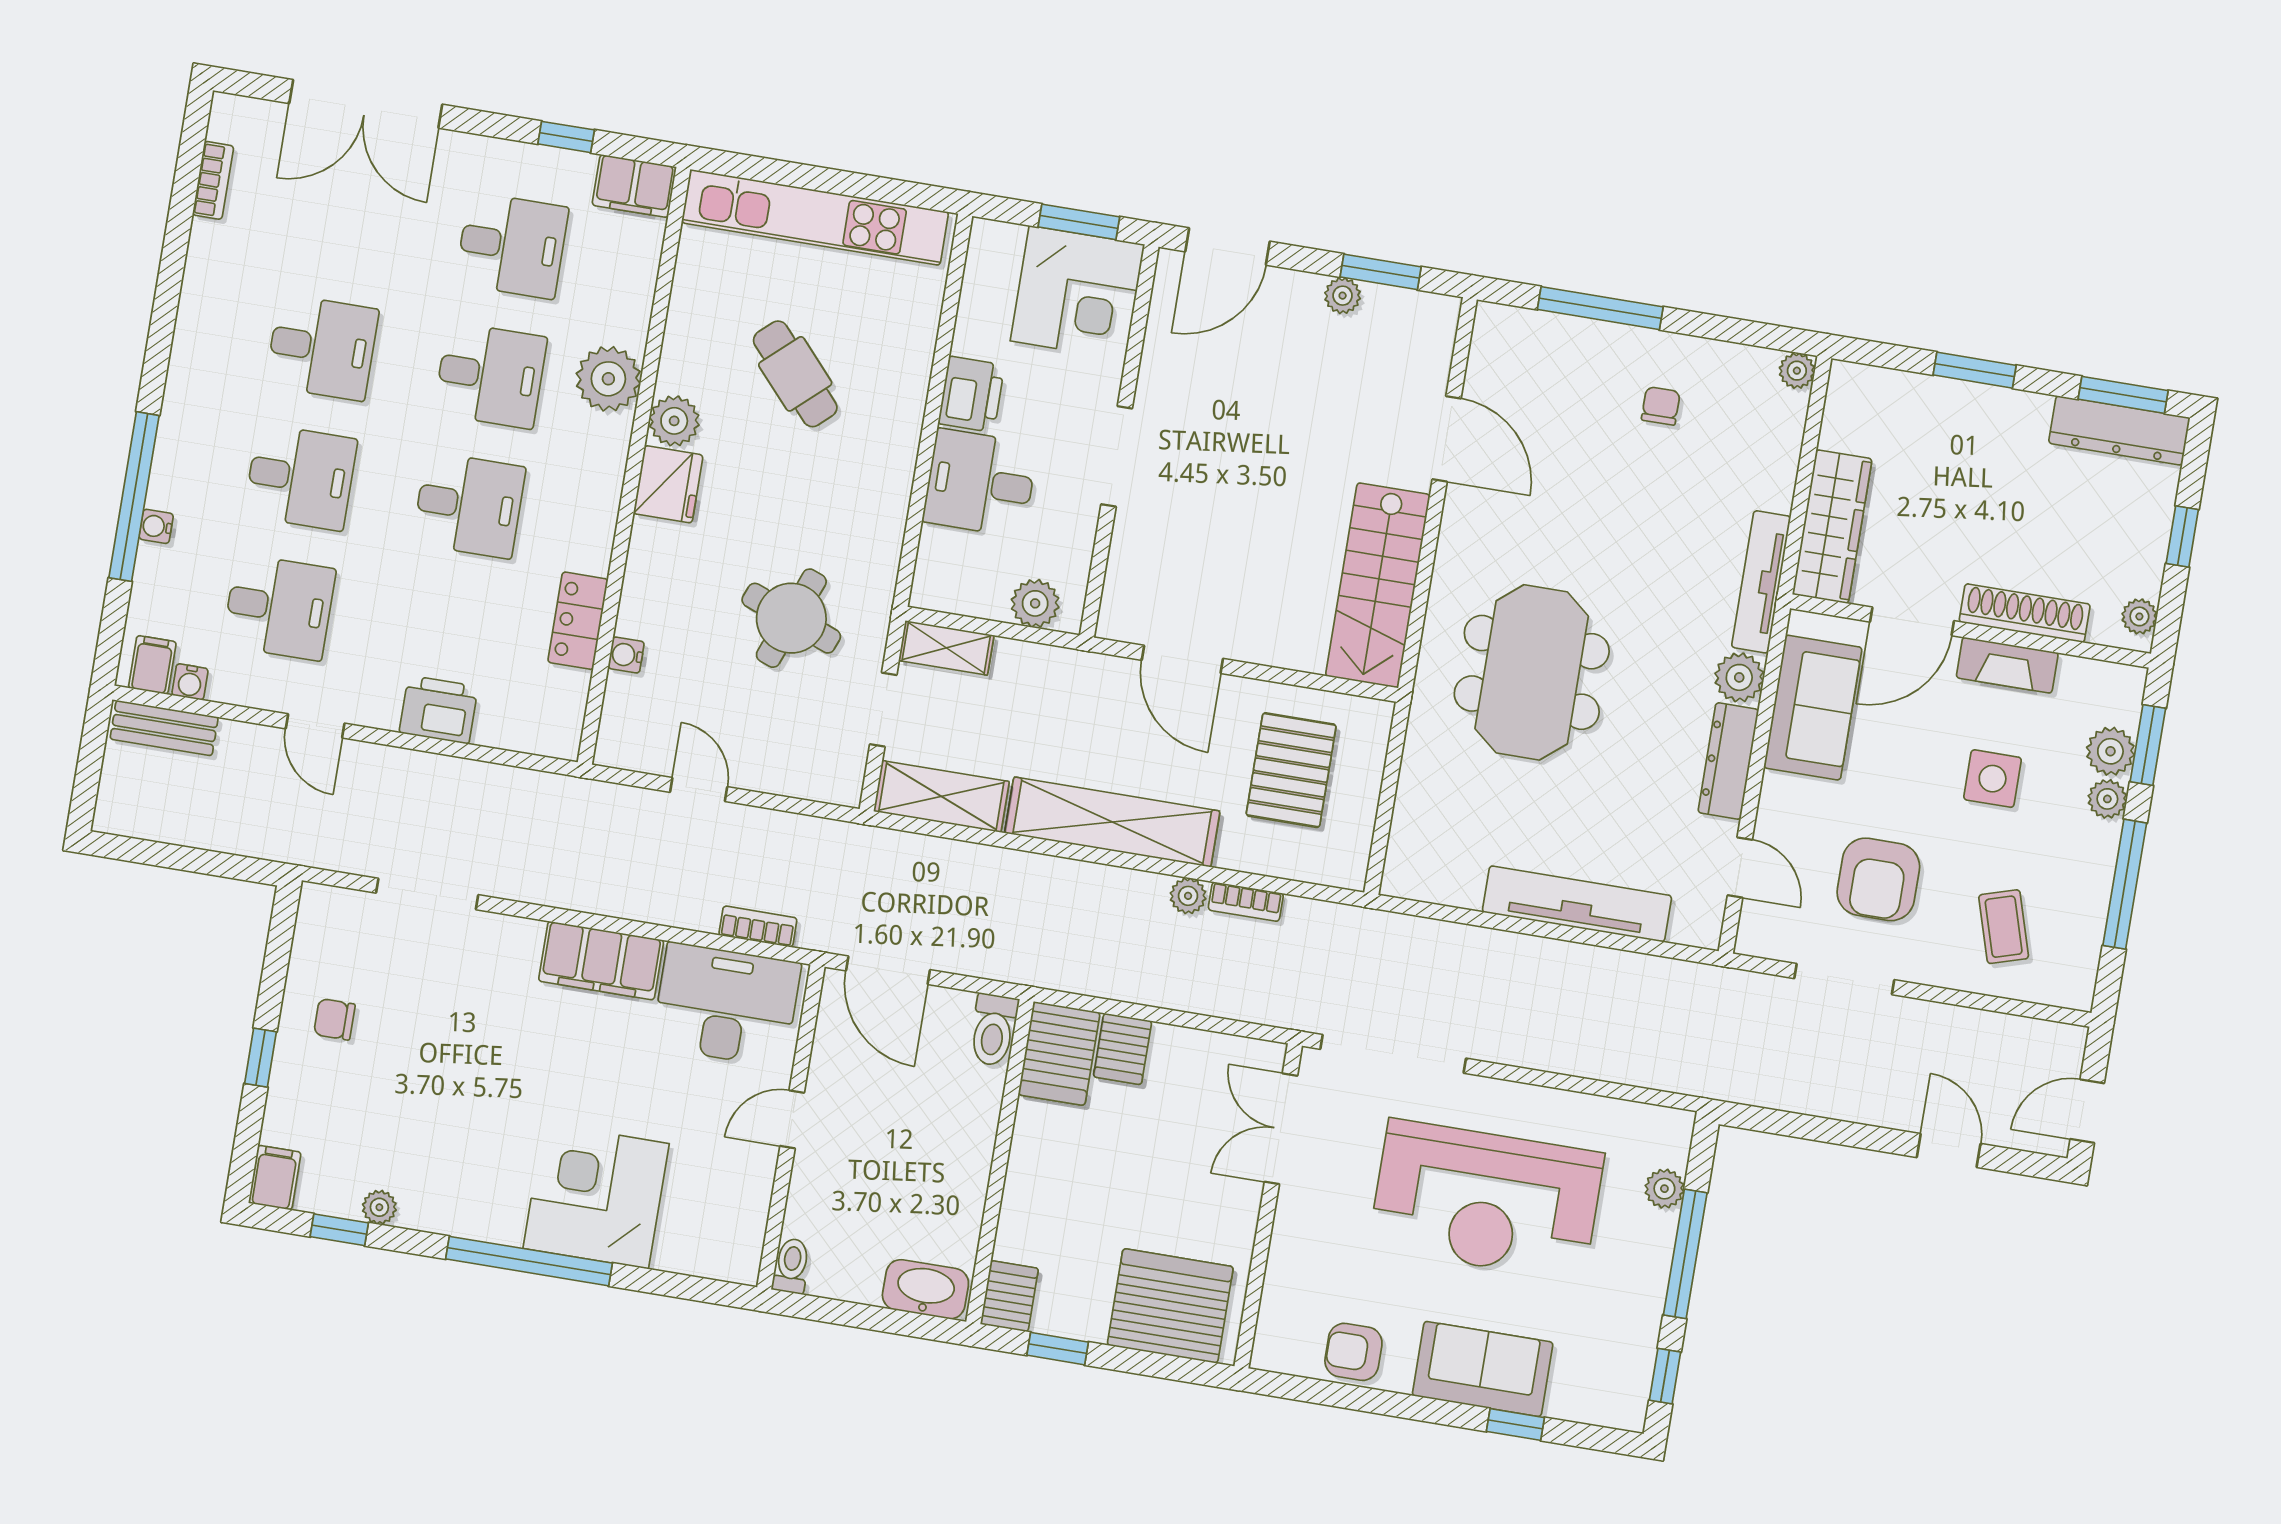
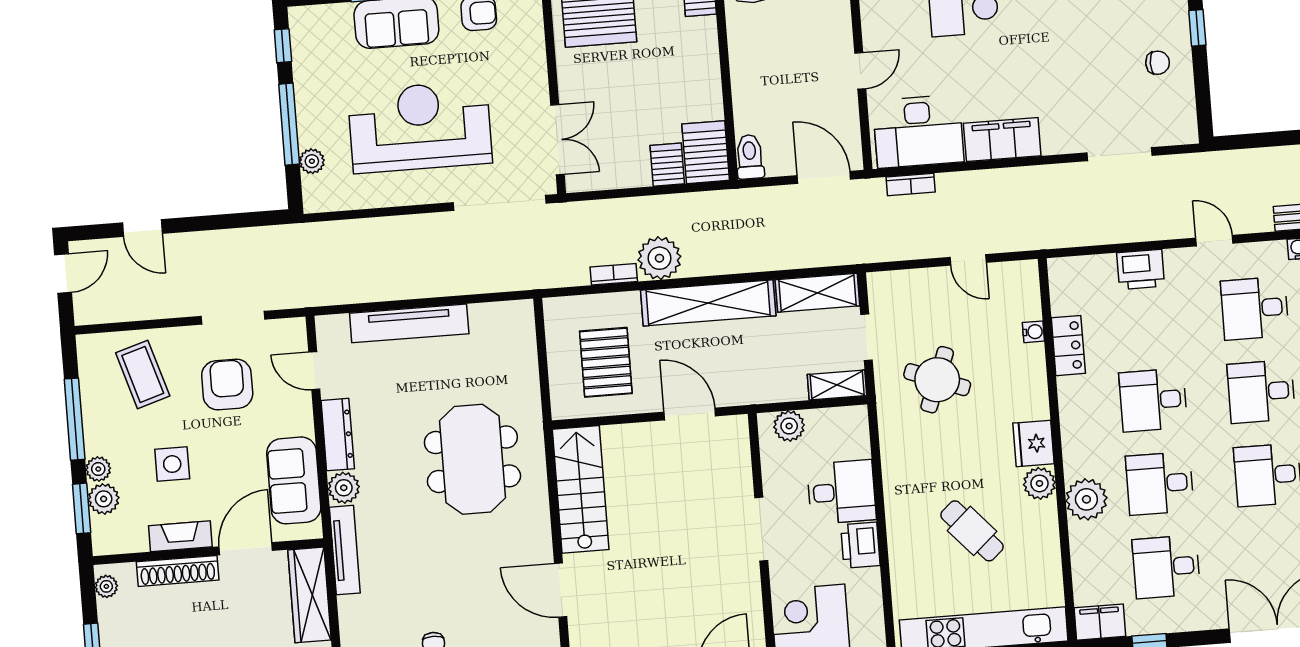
plant: (1188, 896) -> (659, 258), width x1.88, depth x1.88
coffee table: (2004, 927) -> (143, 374), width x1.36, depth x1.30

